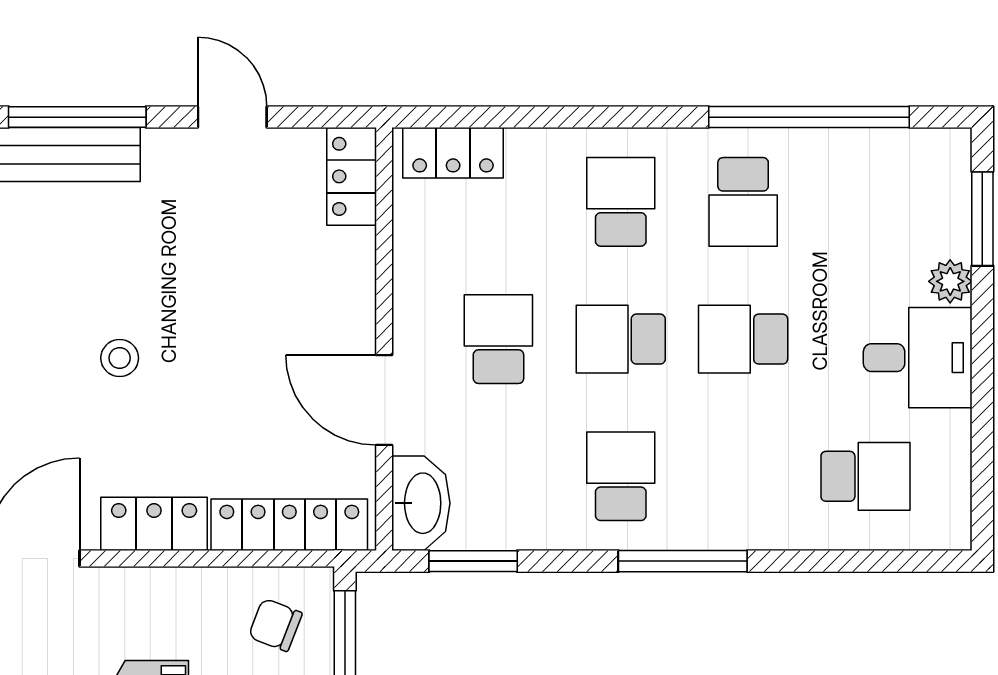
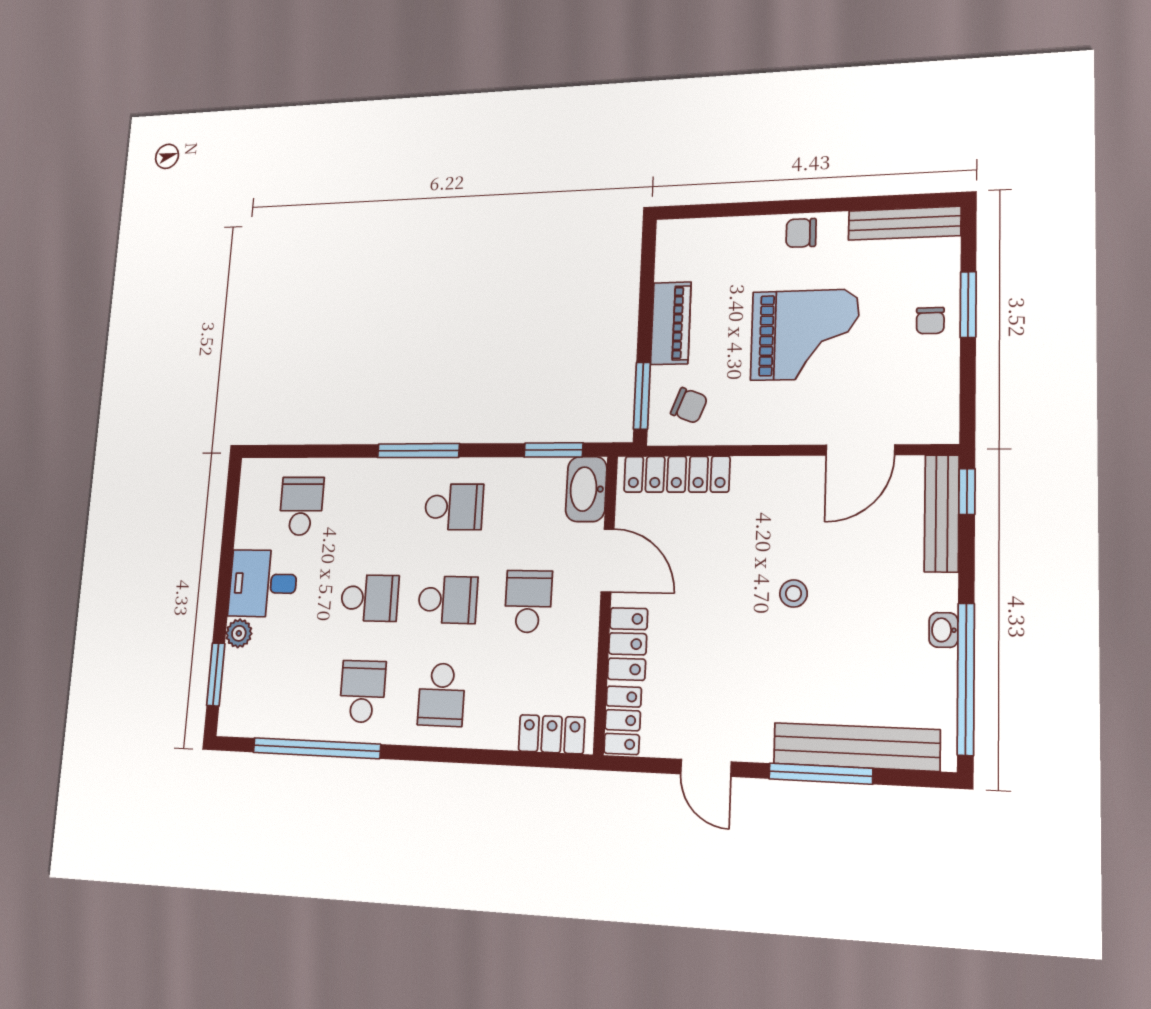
school desk: (498, 339) -> (528, 601), turned 180
school desk: (621, 476) -> (454, 507), turned -90
school desk: (865, 476) -> (301, 506), turned 90
locker: (154, 524) -> (628, 644), moved, turned -90

